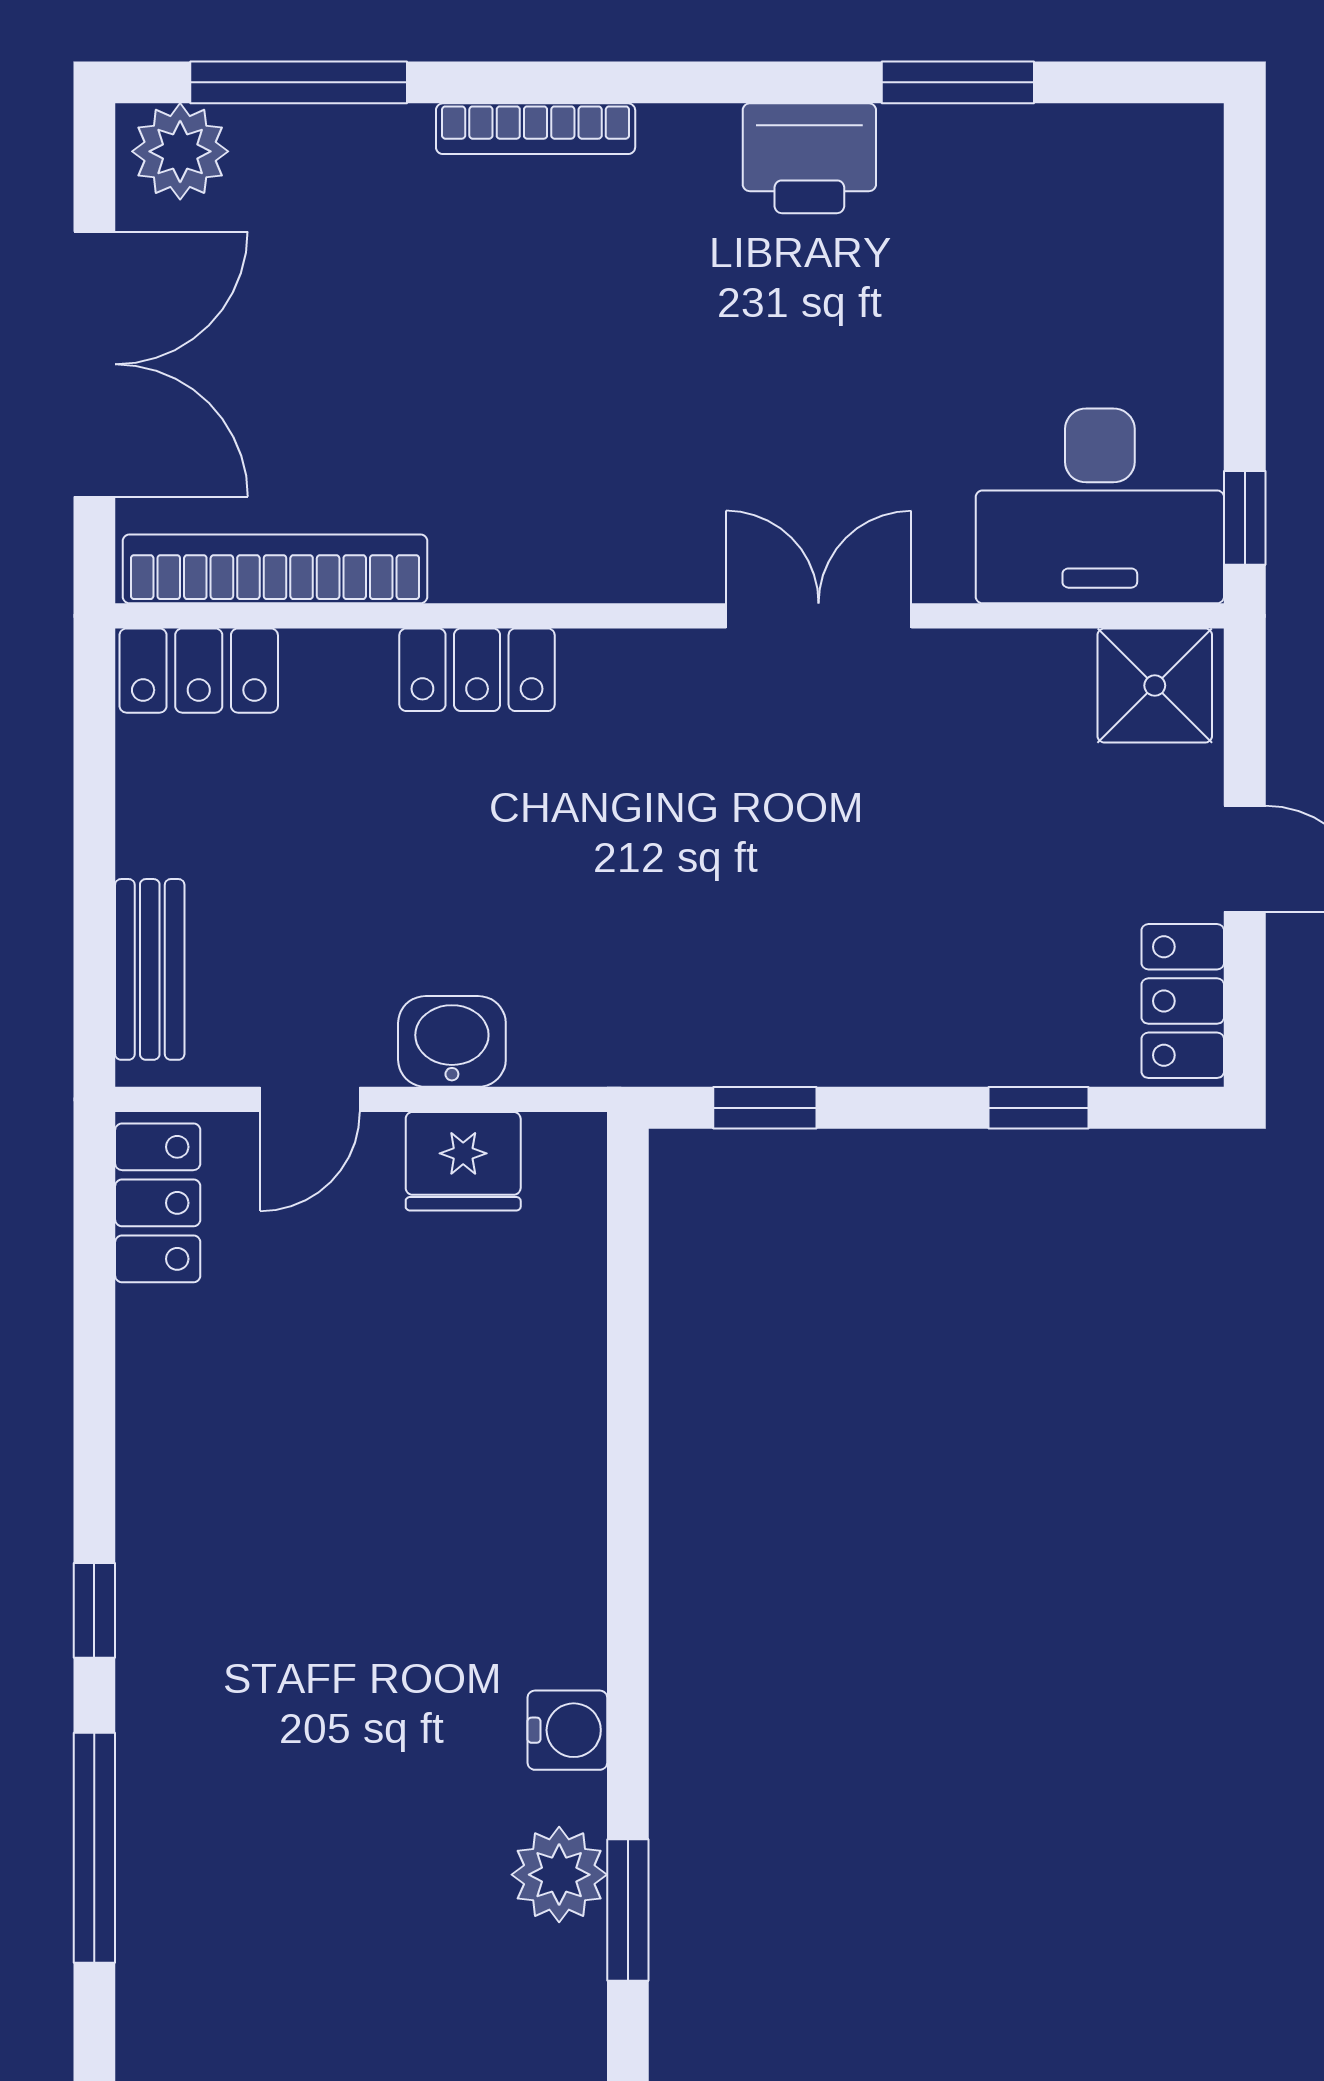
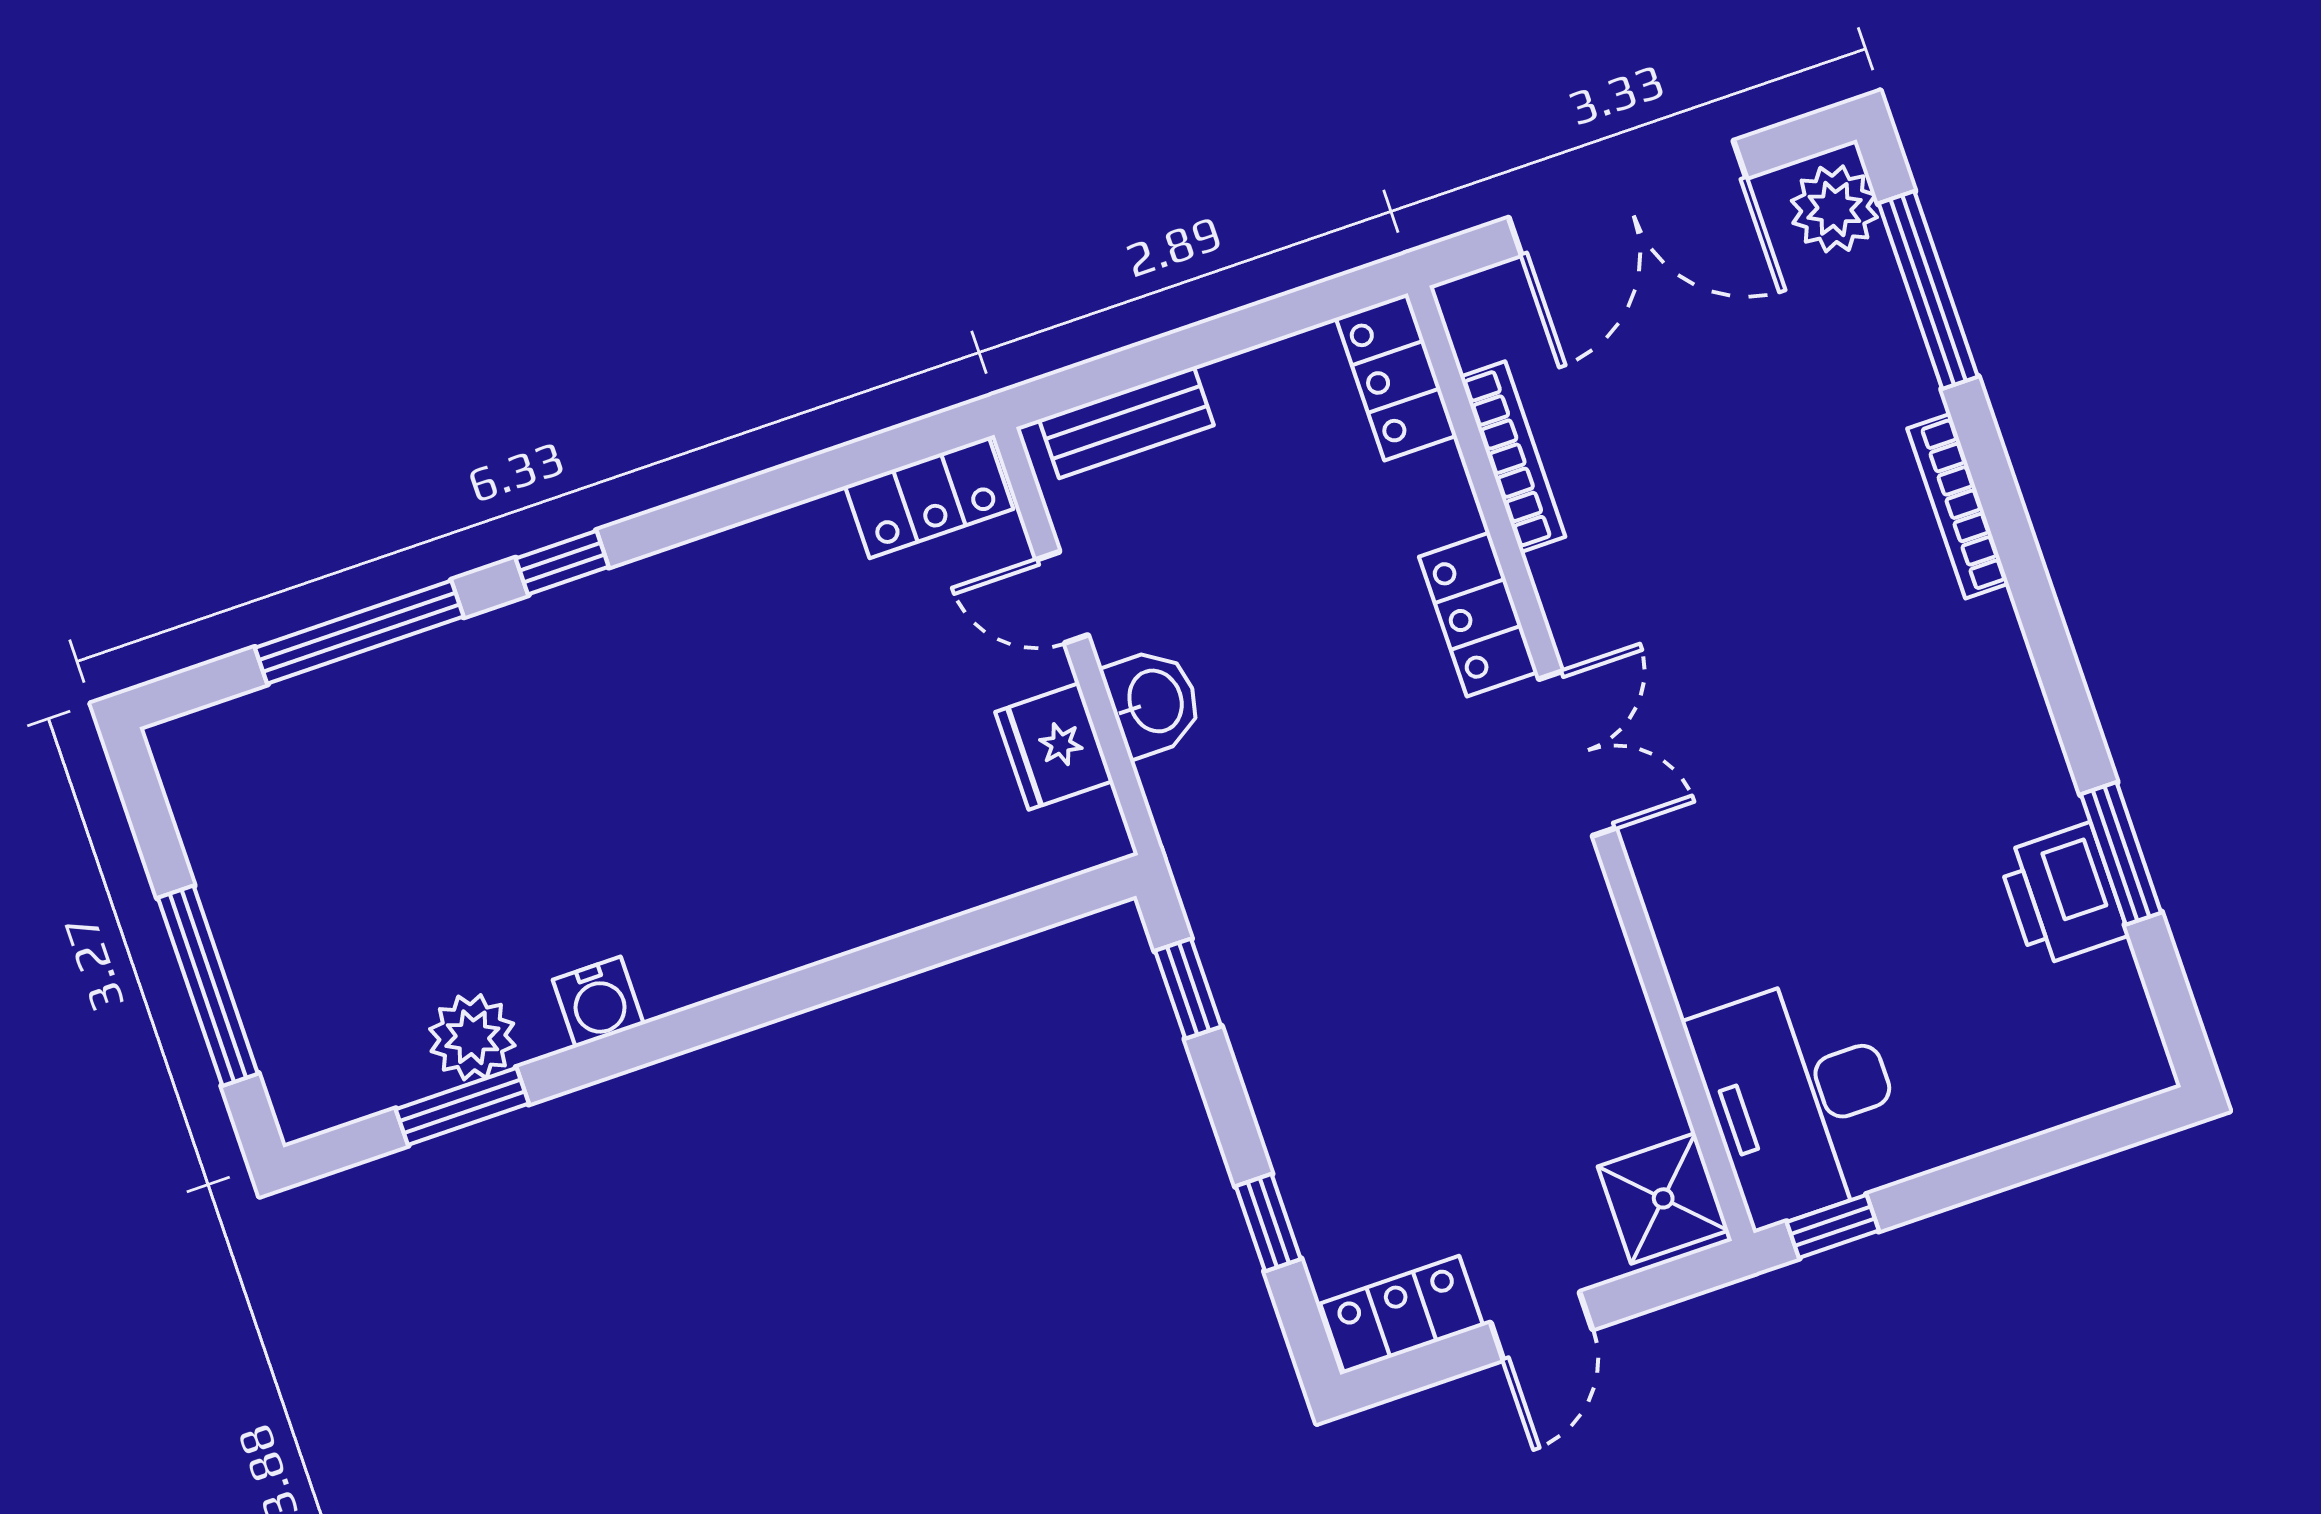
printer: (809, 158) -> (2063, 895), moved
bookcase: (275, 569) -> (1513, 457), width x0.68, depth x0.76
double door: (819, 616) -> (1577, 753), moved

